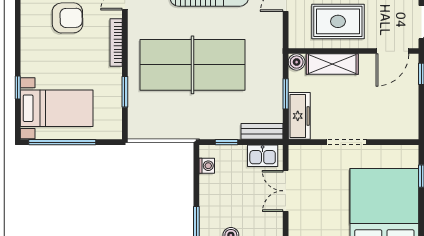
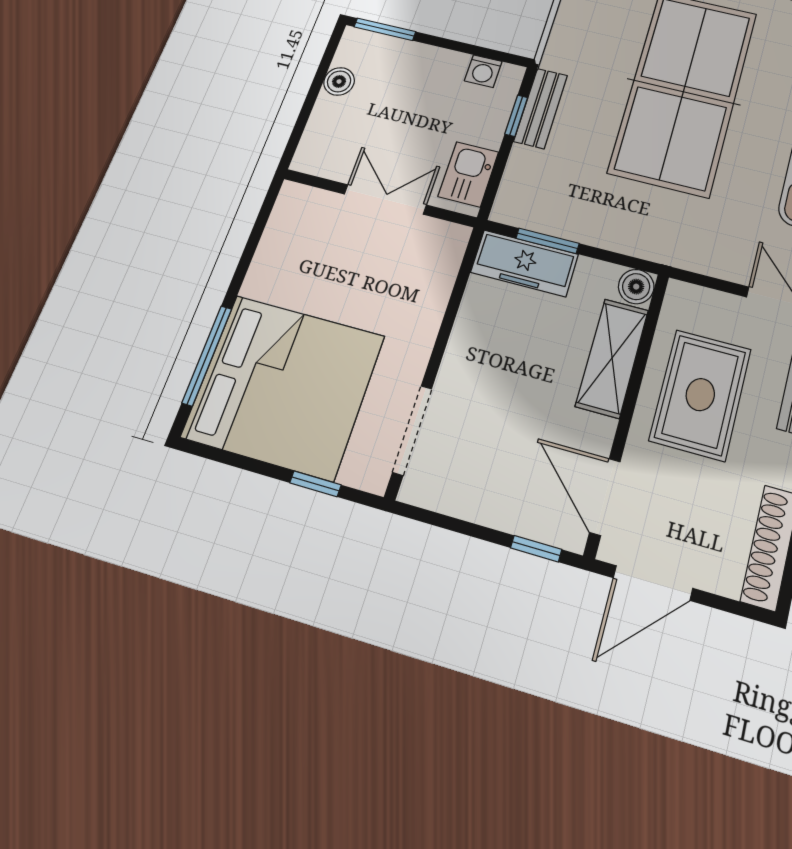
window: (286, 94) -> (547, 241), moved
bench: (262, 131) -> (541, 108), moved
doorway: (347, 142) -> (412, 430), moved

